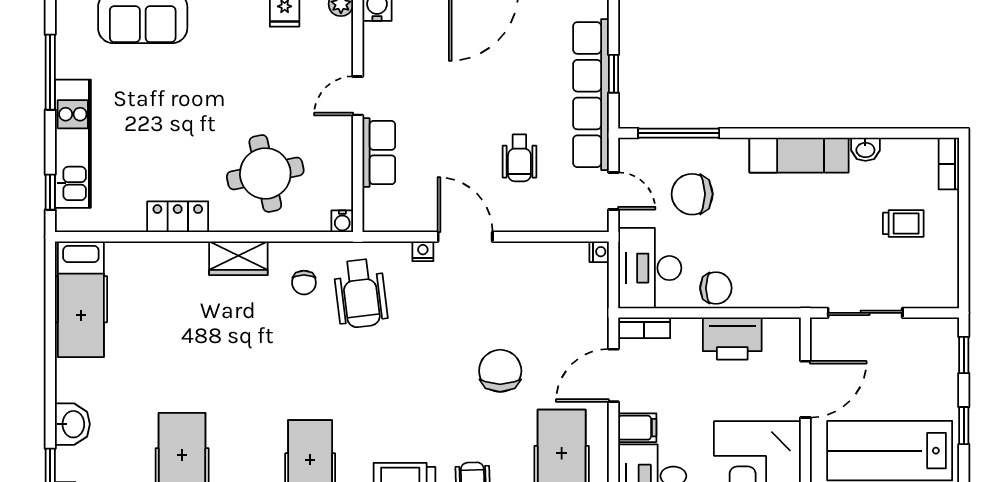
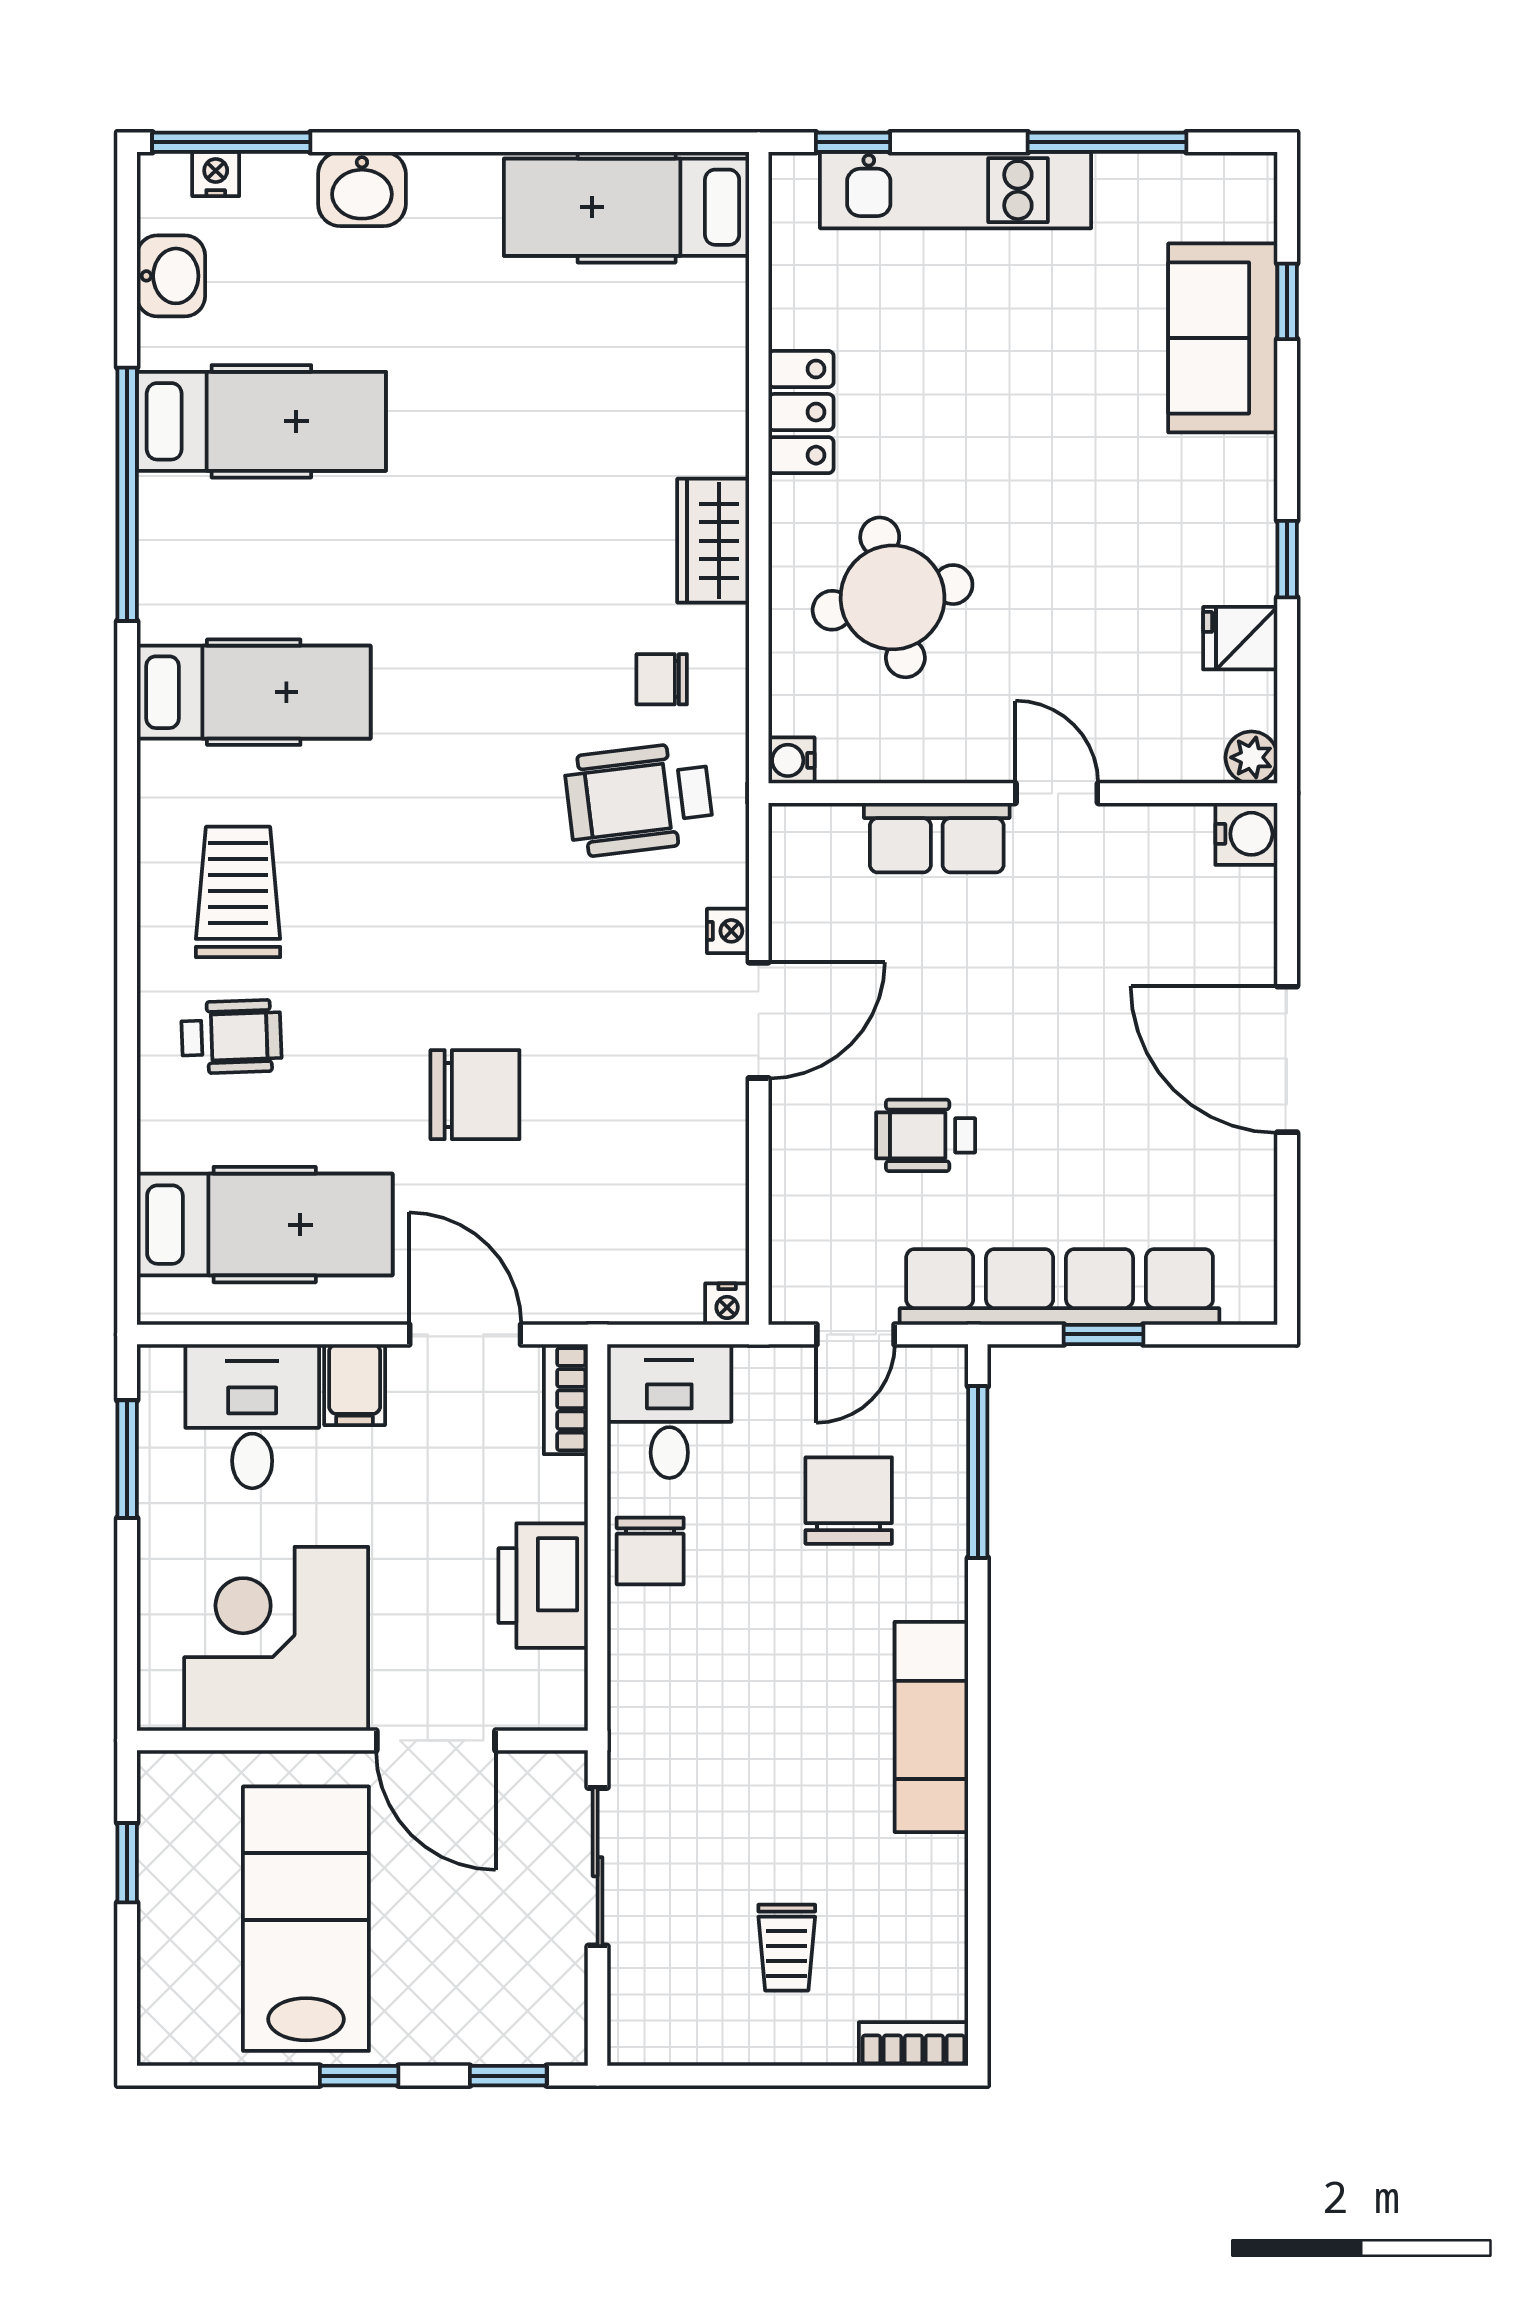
washbasin: (865, 149) -> (944, 1867), removed
desk: (650, 268) -> (669, 1411), width x0.73

